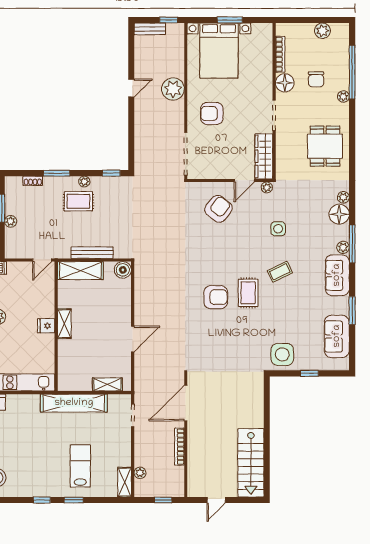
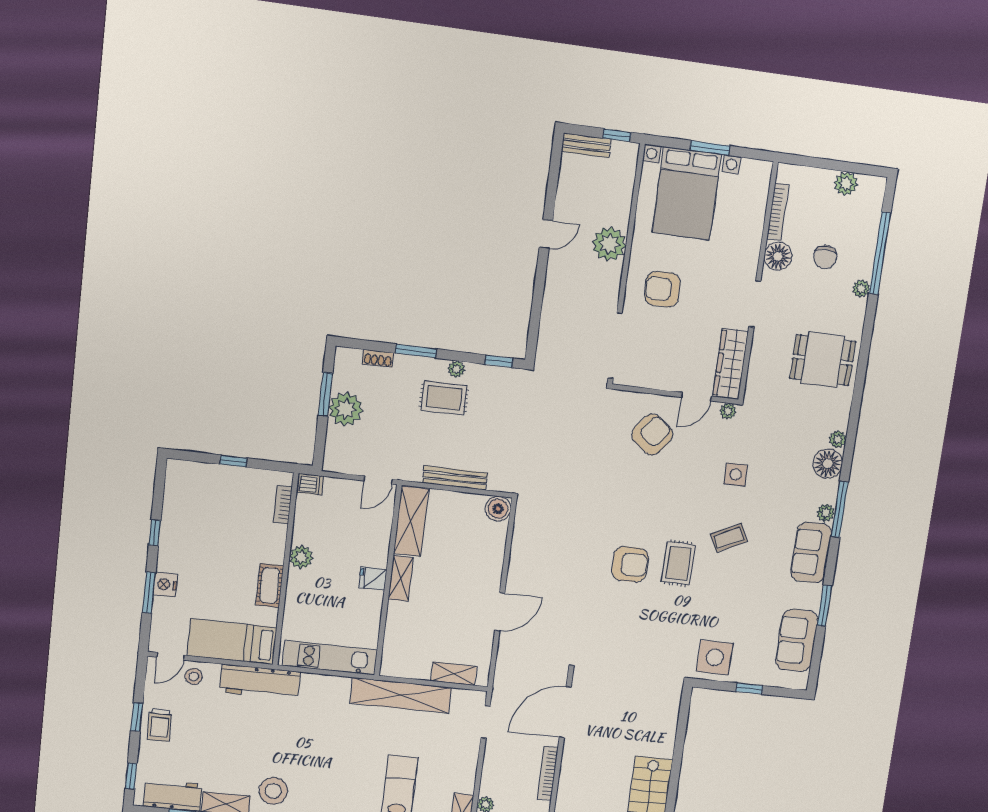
dining table: (325, 146) -> (823, 360), turned 90
plant: (11, 221) -> (346, 409), width x1.88, depth x1.88
shelving: (80, 271) -> (411, 521), moved, turned 90

